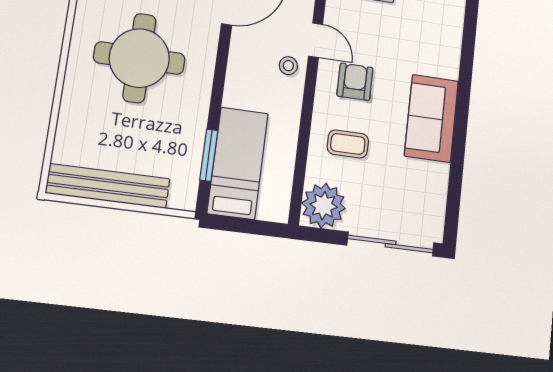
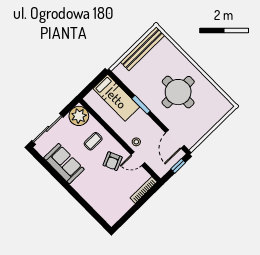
armchair: (355, 82) -> (113, 161), turned 66
sofa: (431, 118) -> (64, 164), moved
window: (209, 155) -> (141, 105), moved

